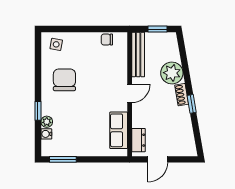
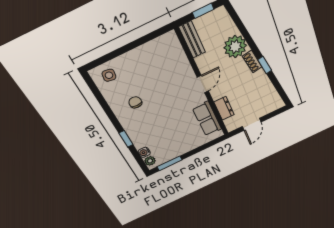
chair: (107, 39) -> (157, 46), removed
bench: (138, 54) -> (192, 40), width x0.73
chair: (64, 80) -> (135, 102), width x0.54, depth x0.54
plant: (47, 122) -> (150, 161), moved
dresser: (139, 140) -> (224, 108), moved

